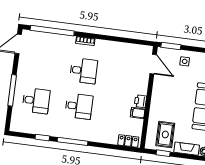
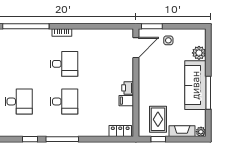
door: (153, 64) -> (136, 48), hinge flipped

